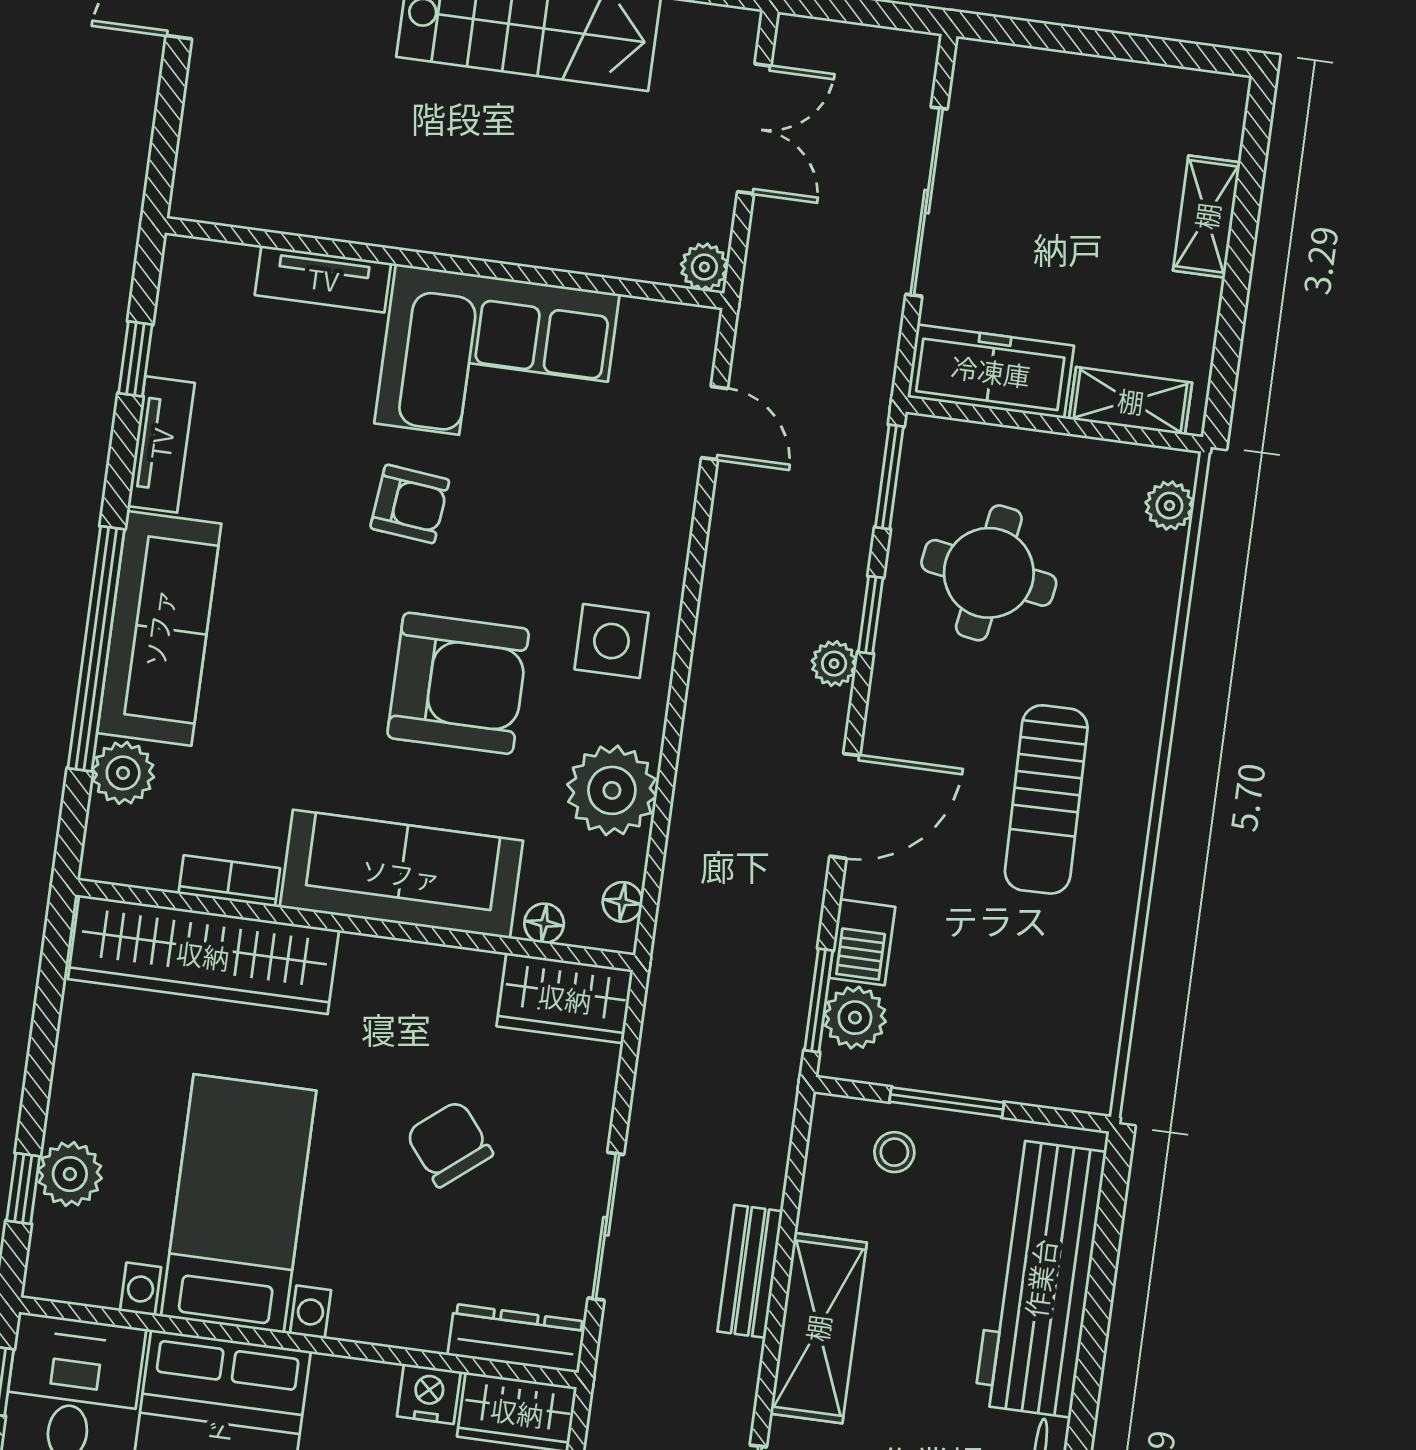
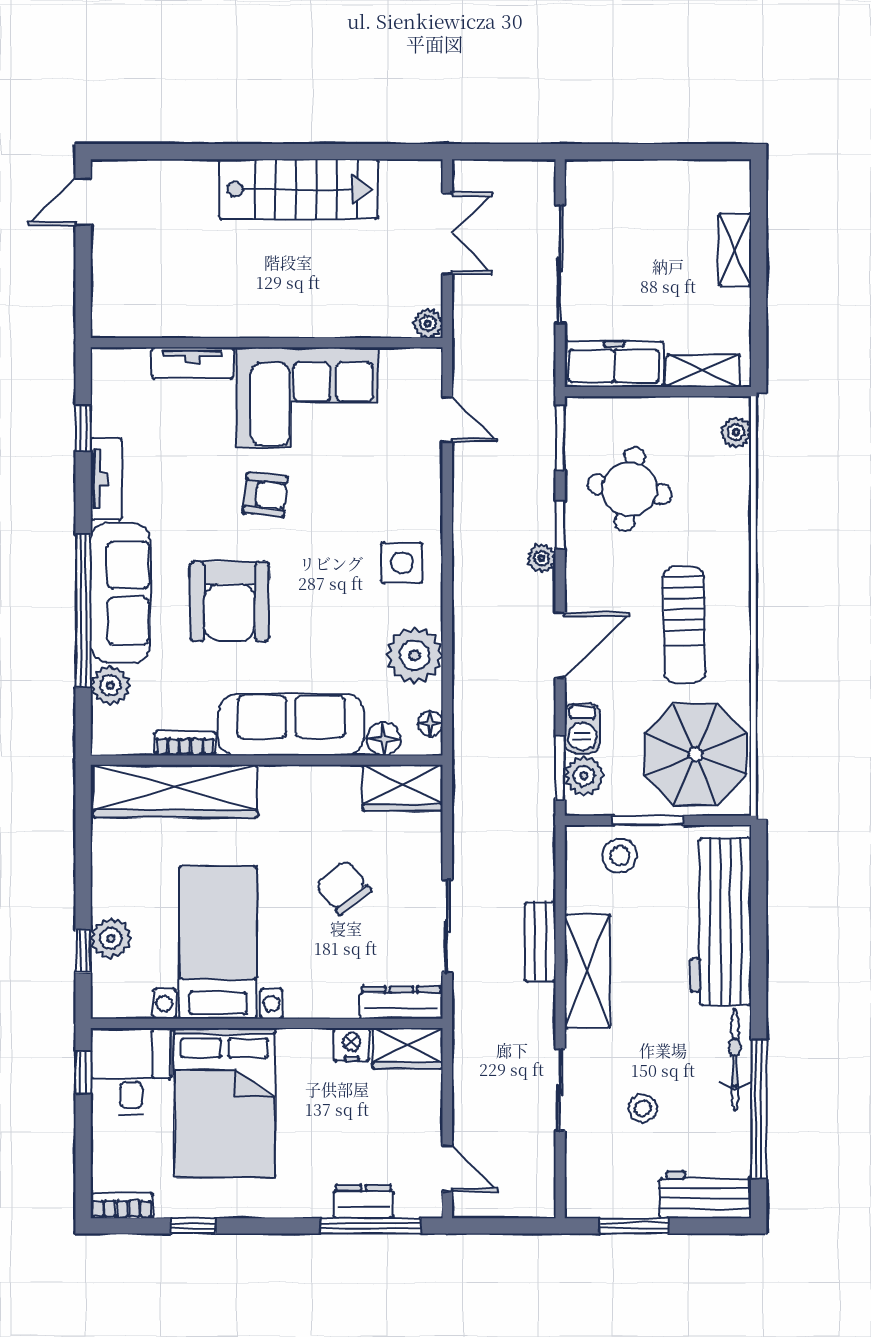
armchair: (458, 683) -> (229, 601), moved, turned 90
floor lamp: (544, 923) -> (384, 739), width x1.37, depth x1.37
parasol: (1036, 1008) -> (696, 755), added
stool: (894, 1152) -> (620, 856), width x1.37, depth x1.37

